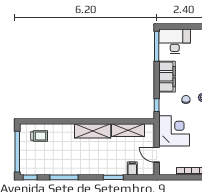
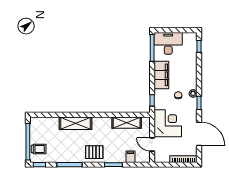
shelving: (93, 131) -> (75, 123), moved
trolley: (39, 136) -> (39, 149), moved
pallet: (92, 163) -> (94, 152), added

